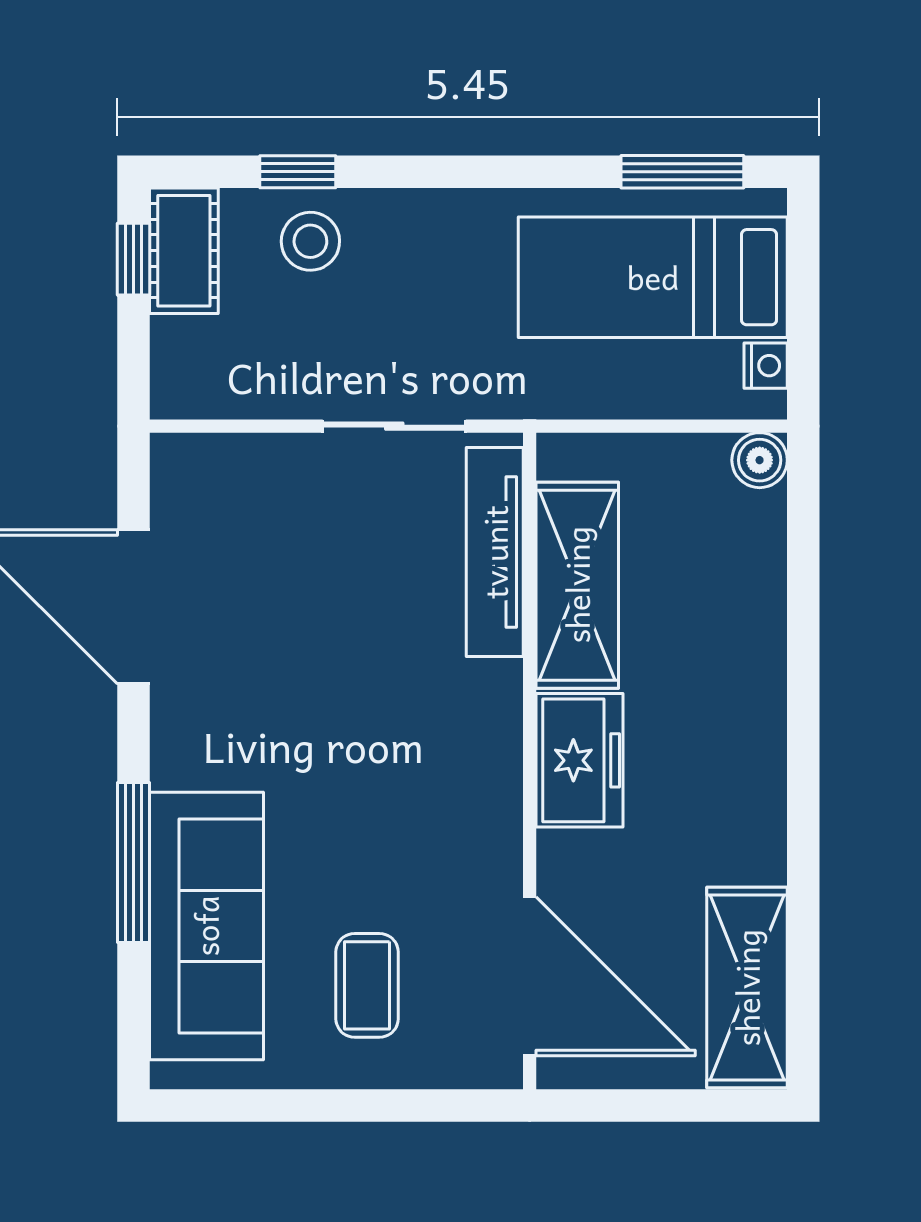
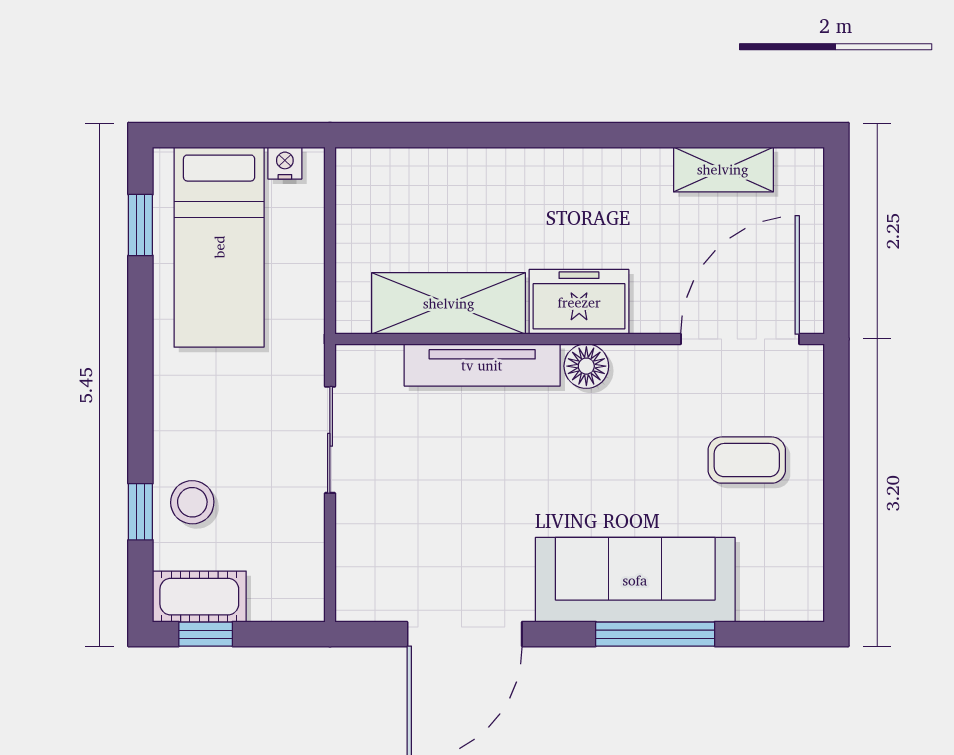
window: (682, 172) -> (140, 225), width x0.67
boiler: (760, 460) -> (355, 168), removed
tv unit: (495, 552) -> (482, 365), moved
floor lamp: (493, 770) -> (586, 366), added
sofa: (206, 926) -> (635, 580), moved
shelving: (747, 988) -> (723, 169), width x0.67, depth x0.75

